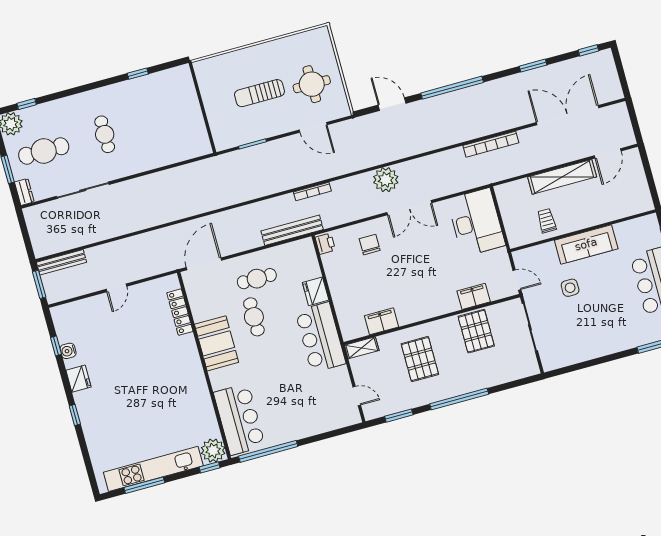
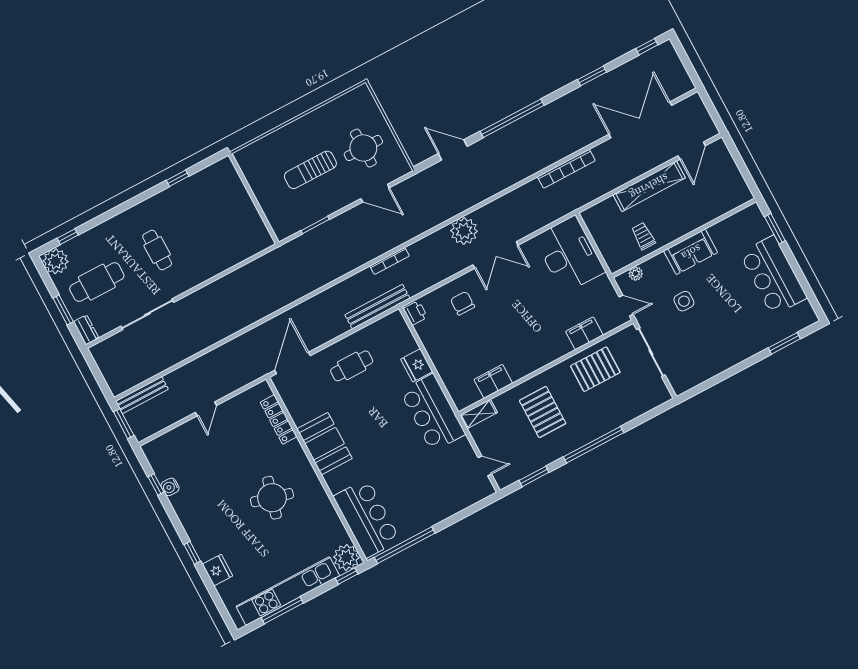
sofa: (586, 244) -> (691, 252), width x0.73
plant: (532, 253) -> (636, 274), added
cafe table: (254, 317) -> (358, 407), removed
pallet: (476, 331) -> (595, 369), turned 90
fridge: (78, 379) -> (217, 570), moved
round table: (158, 381) -> (272, 498), added

